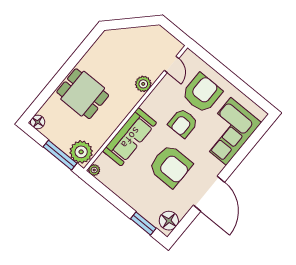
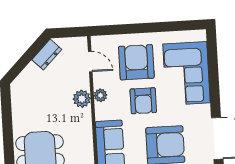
dresser: (147, 33) -> (47, 55), added
plant: (158, 93) -> (100, 95), added

